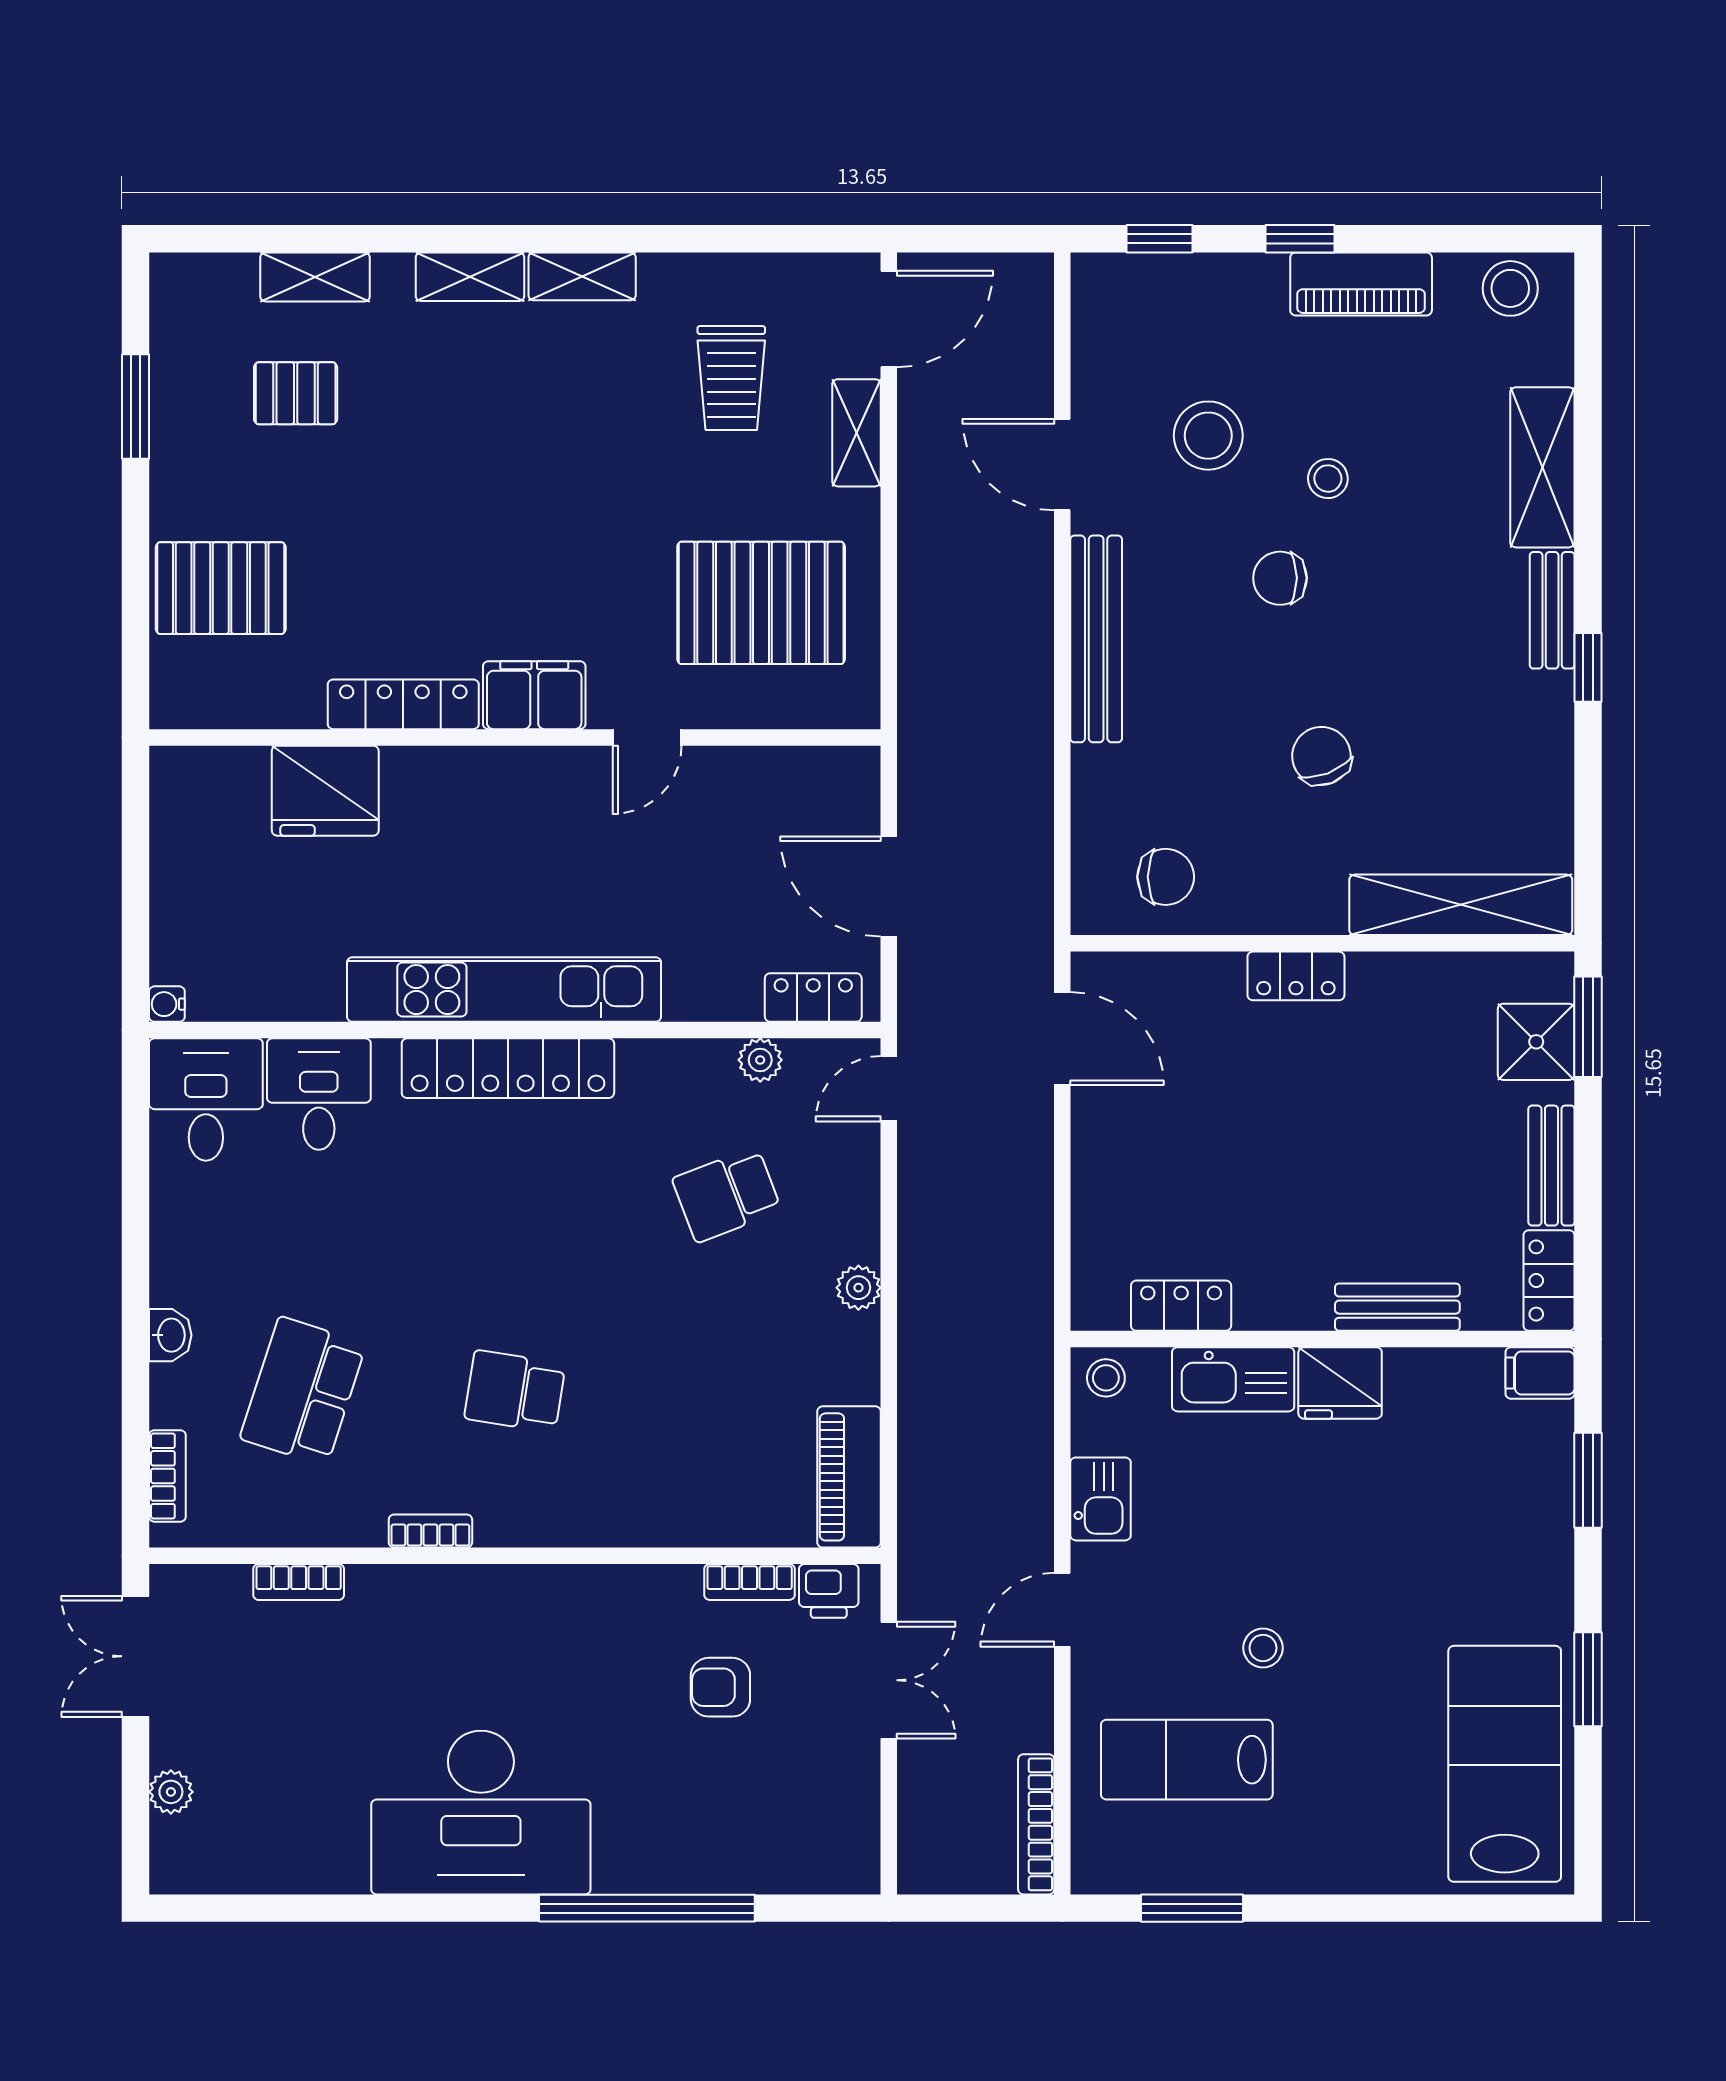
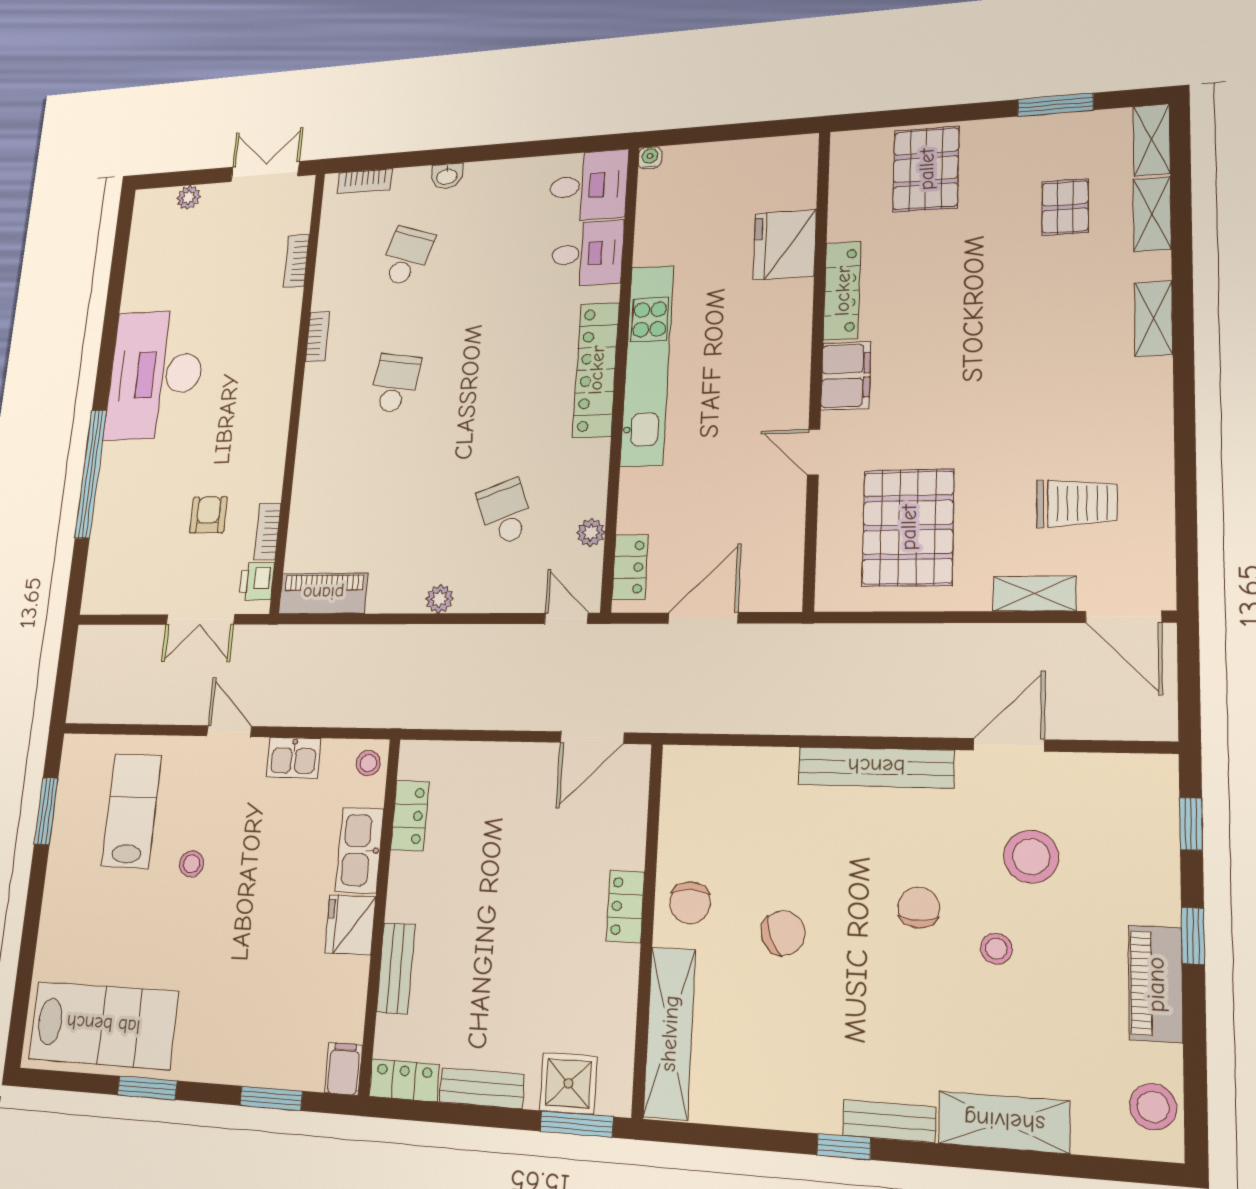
shelving: (582, 276) -> (1152, 140), moved
trolley: (731, 378) -> (1077, 503), turned 180
chair: (1166, 877) -> (690, 903), moved
school desk: (303, 1391) -> (407, 256), width x0.54
bookcase: (1036, 1824) -> (106, 712), removed

